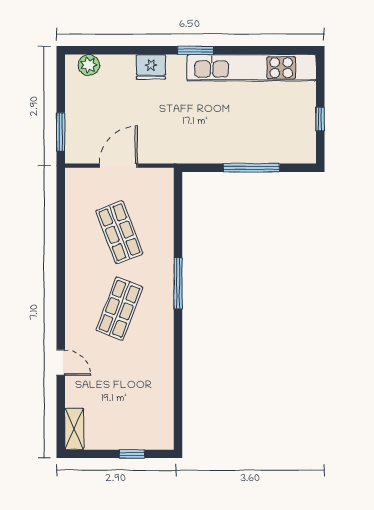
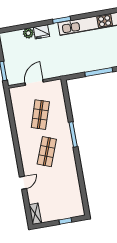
plant: (89, 65) -> (28, 33), moved
shop shelf: (119, 232) -> (40, 115), turned 39
door: (61, 363) -> (23, 183), hinge flipped

